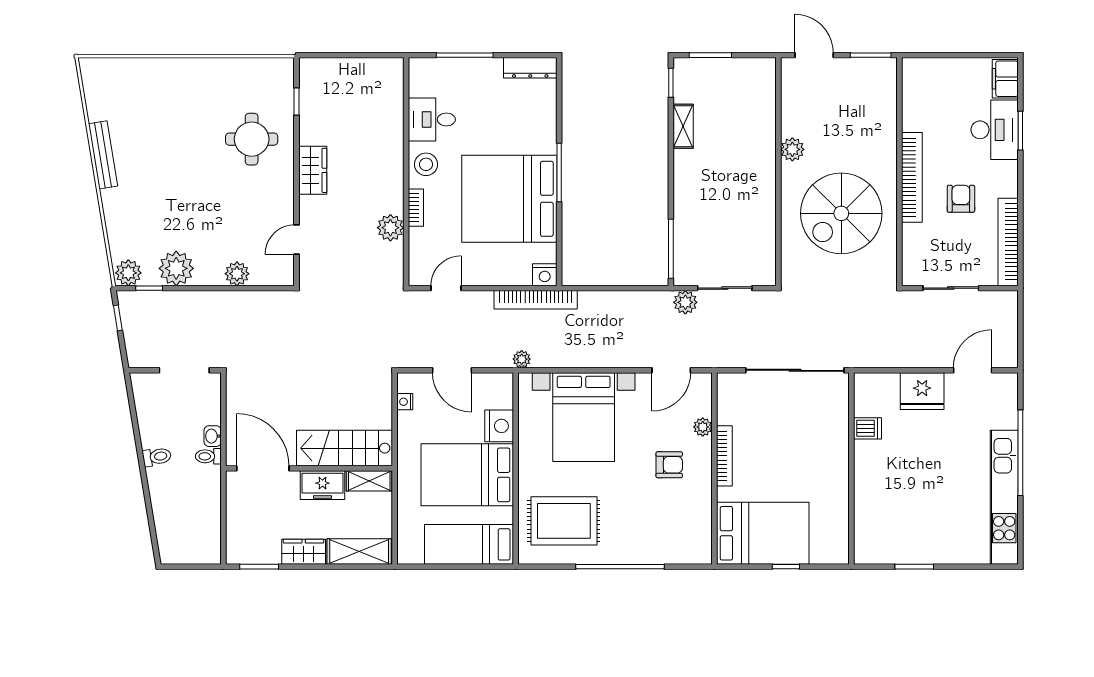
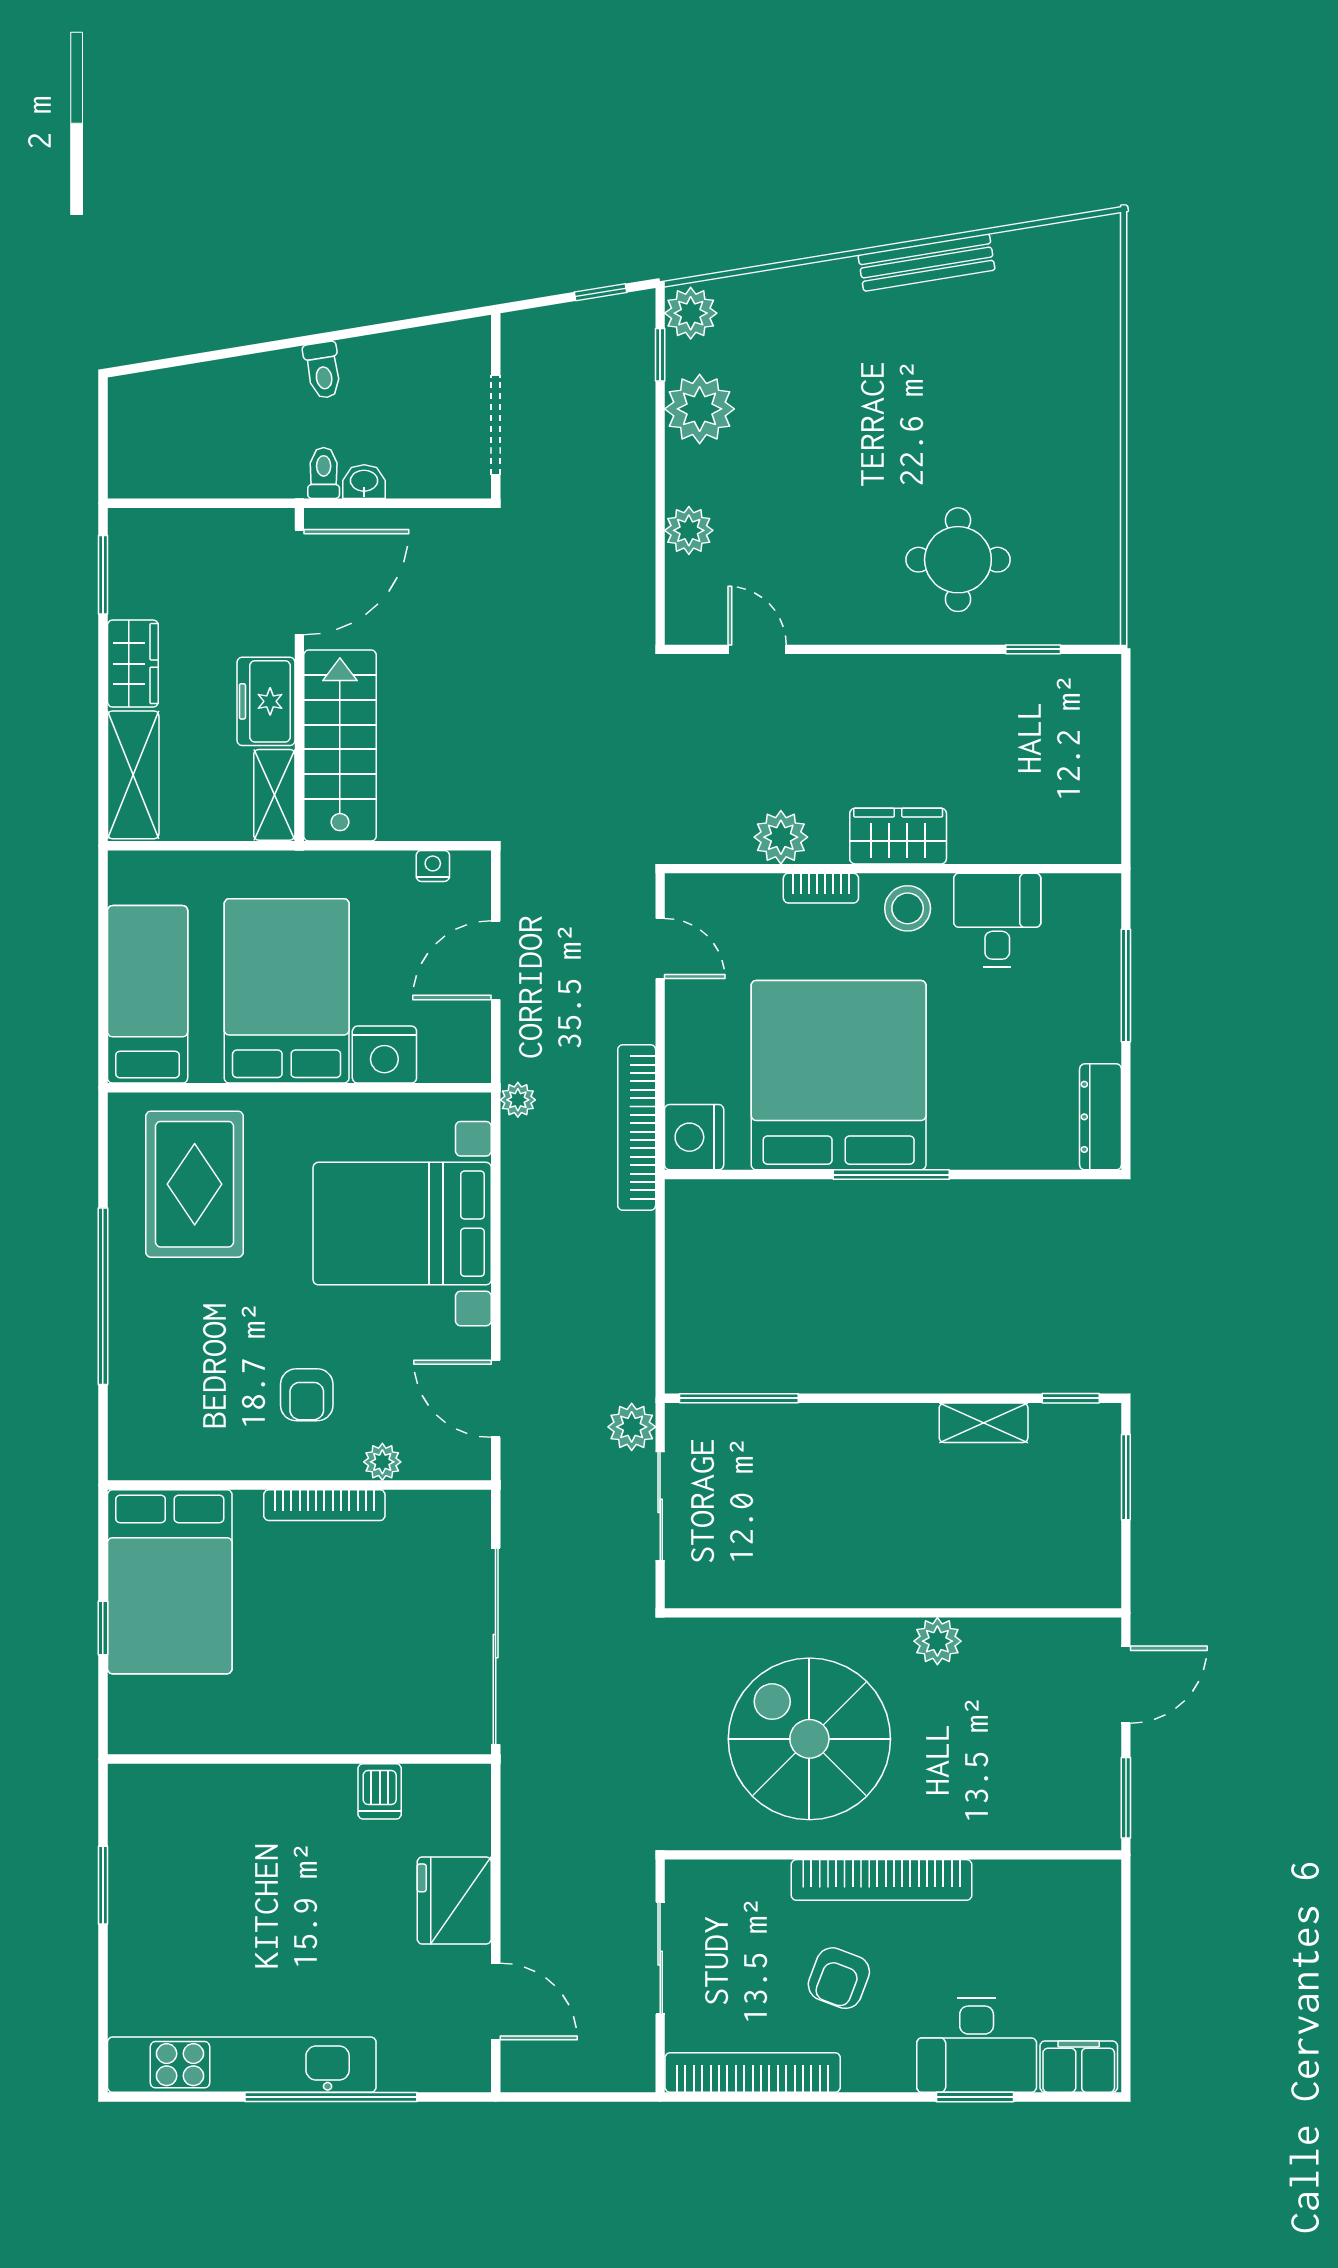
wardrobe: (313, 170) -> (898, 836), moved, turned 180
armchair: (961, 199) -> (839, 1978), turned 111
nightstand: (545, 275) -> (694, 1137), width x1.36, depth x1.33

